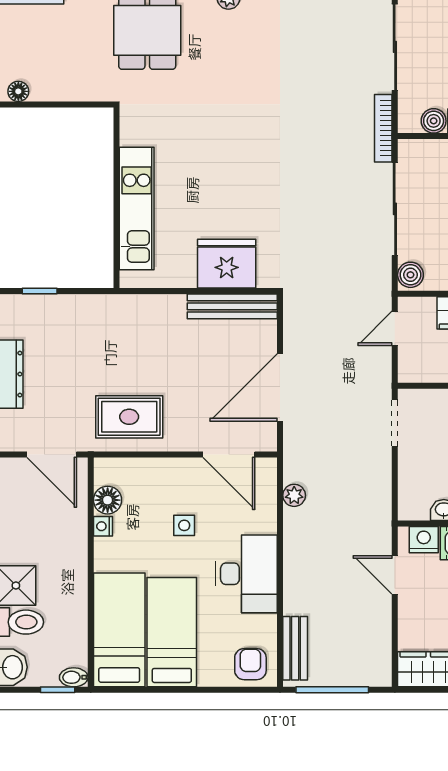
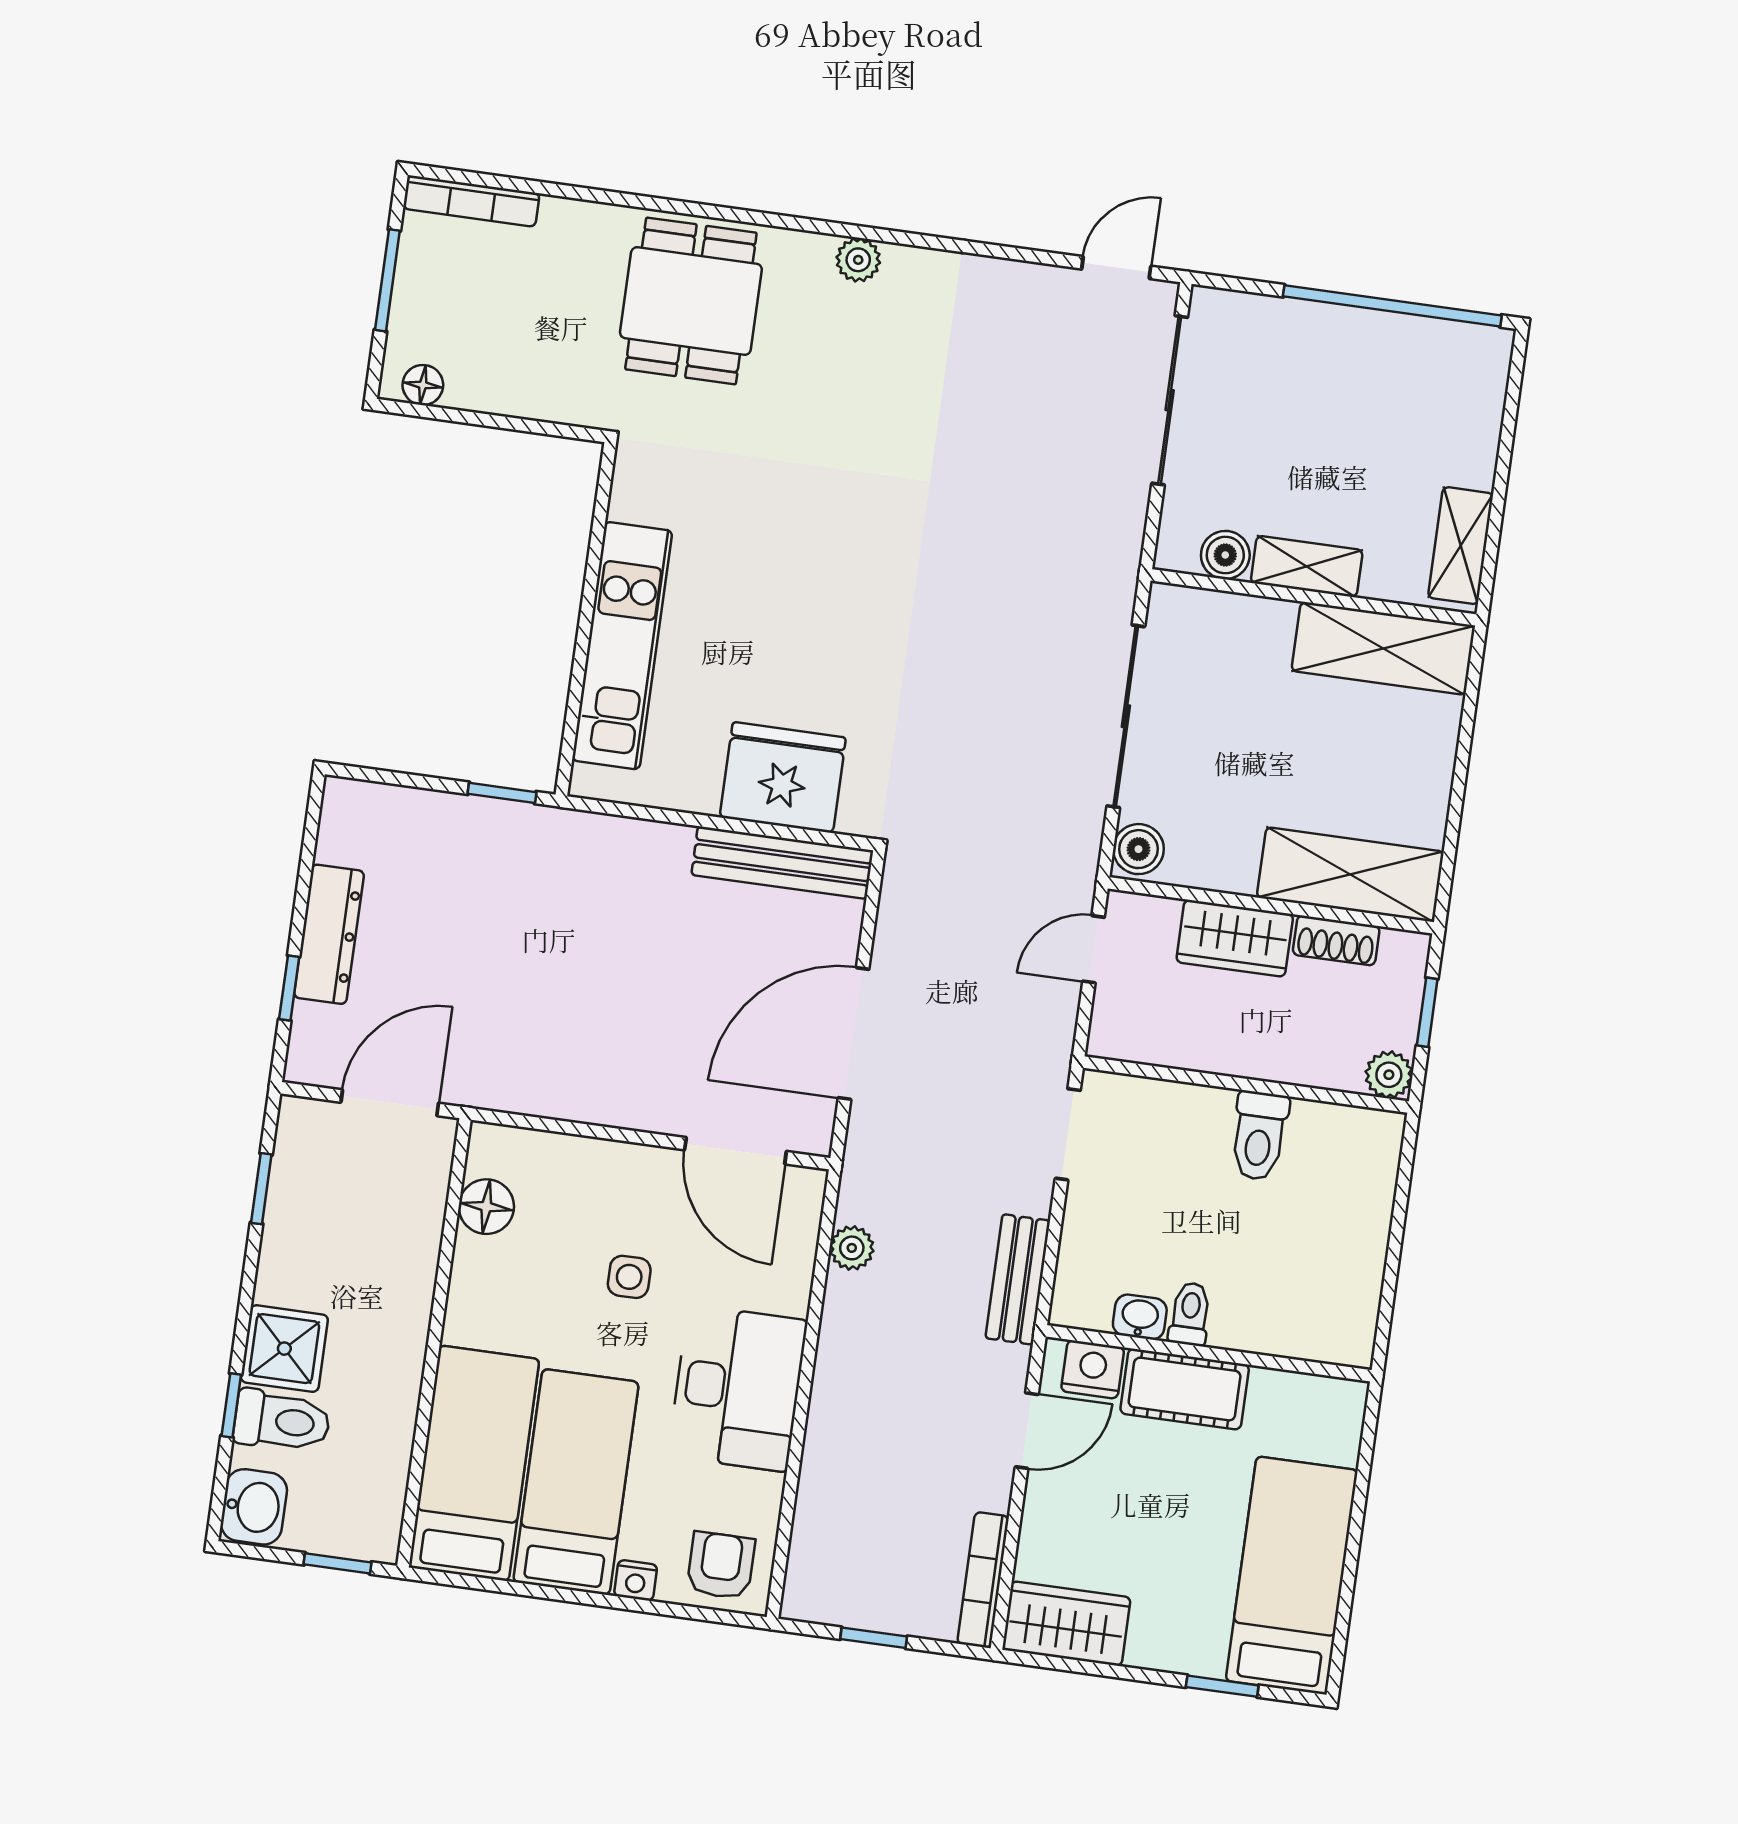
bookcase: (383, 128) -> (983, 1580), moved
window: (40, 291) -> (502, 793), moved
rug: (129, 417) -> (551, 1050), removed
door: (52, 455) -> (390, 1103), swing flipped
nightstand: (103, 526) -> (636, 1580), moved, turned -90
door: (395, 575) -> (1027, 1431), swing flipped
bench: (295, 648) -> (1018, 1279), moved
bidet: (74, 677) -> (372, 1543), removed
window: (332, 690) -> (874, 1638), width x0.46

